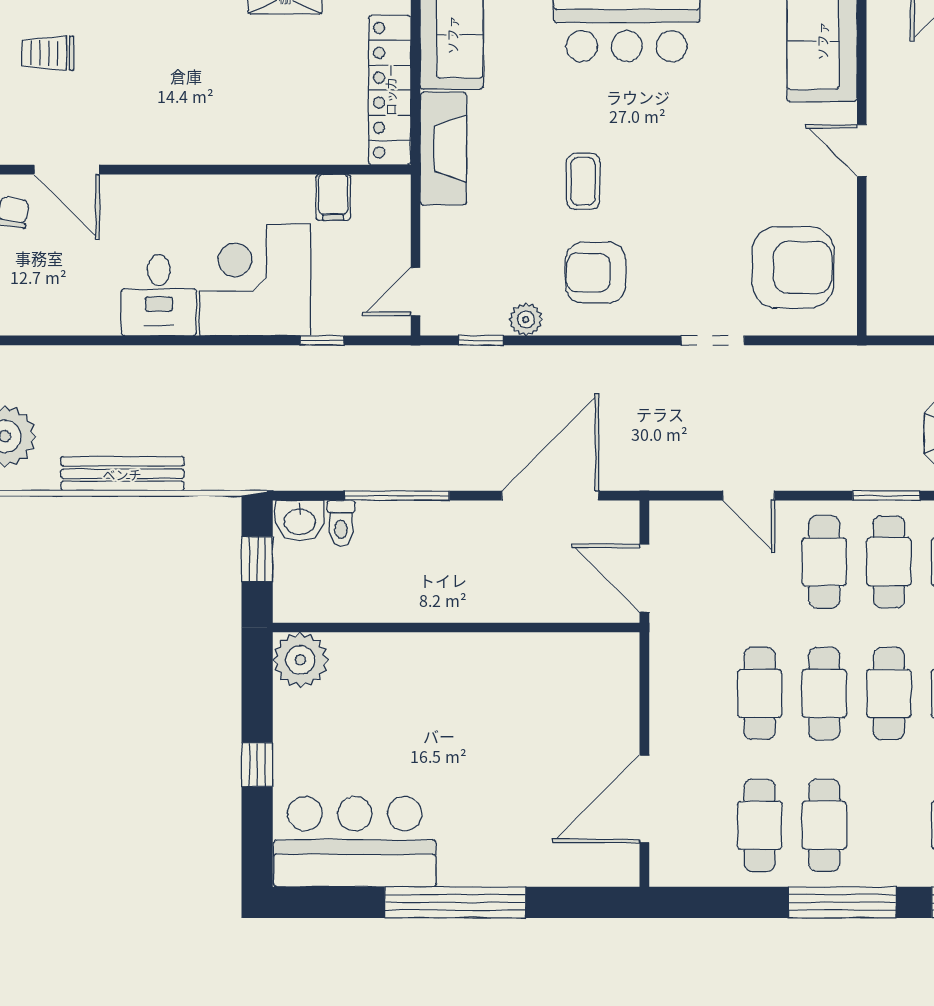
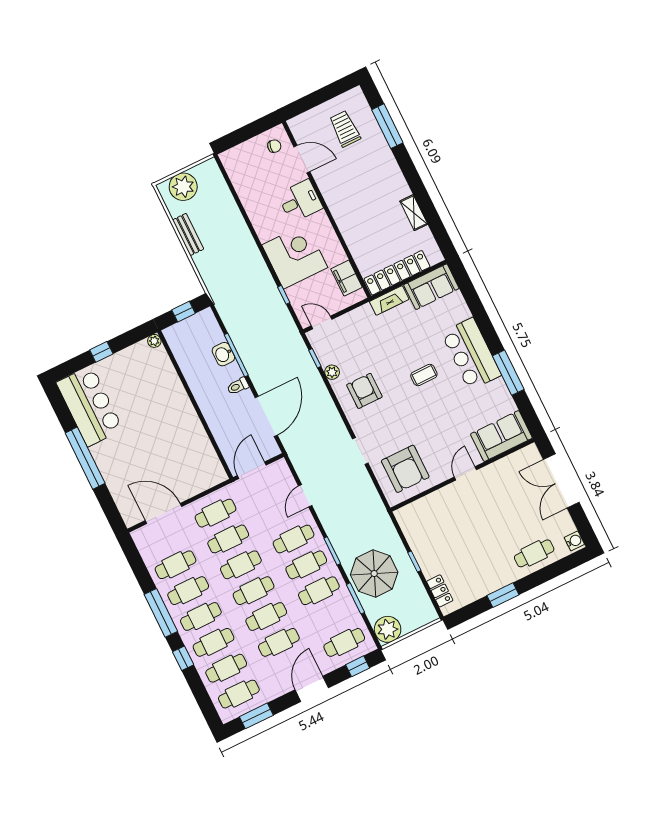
trolley: (48, 53) -> (345, 129), width x1.36, depth x1.39
fireplace: (443, 149) -> (389, 300), width x0.73, depth x0.76
door: (67, 170) -> (302, 159), swing flipped
coffee table: (583, 181) -> (424, 375), moved
filing cabinet: (333, 197) -> (347, 278), width x2.00
desk: (159, 295) -> (300, 201), moved, turned 180
bench: (122, 474) -> (188, 234), width x0.73
door: (550, 496) -> (266, 416), hinge flipped
washbasin: (300, 521) -> (223, 354), moved
toilet: (341, 523) -> (238, 386), moved
plant: (300, 660) -> (154, 341), width x0.53, depth x0.53
cafe table: (695, 694) -> (216, 513), added
cafe table: (889, 825) -> (201, 616), added

